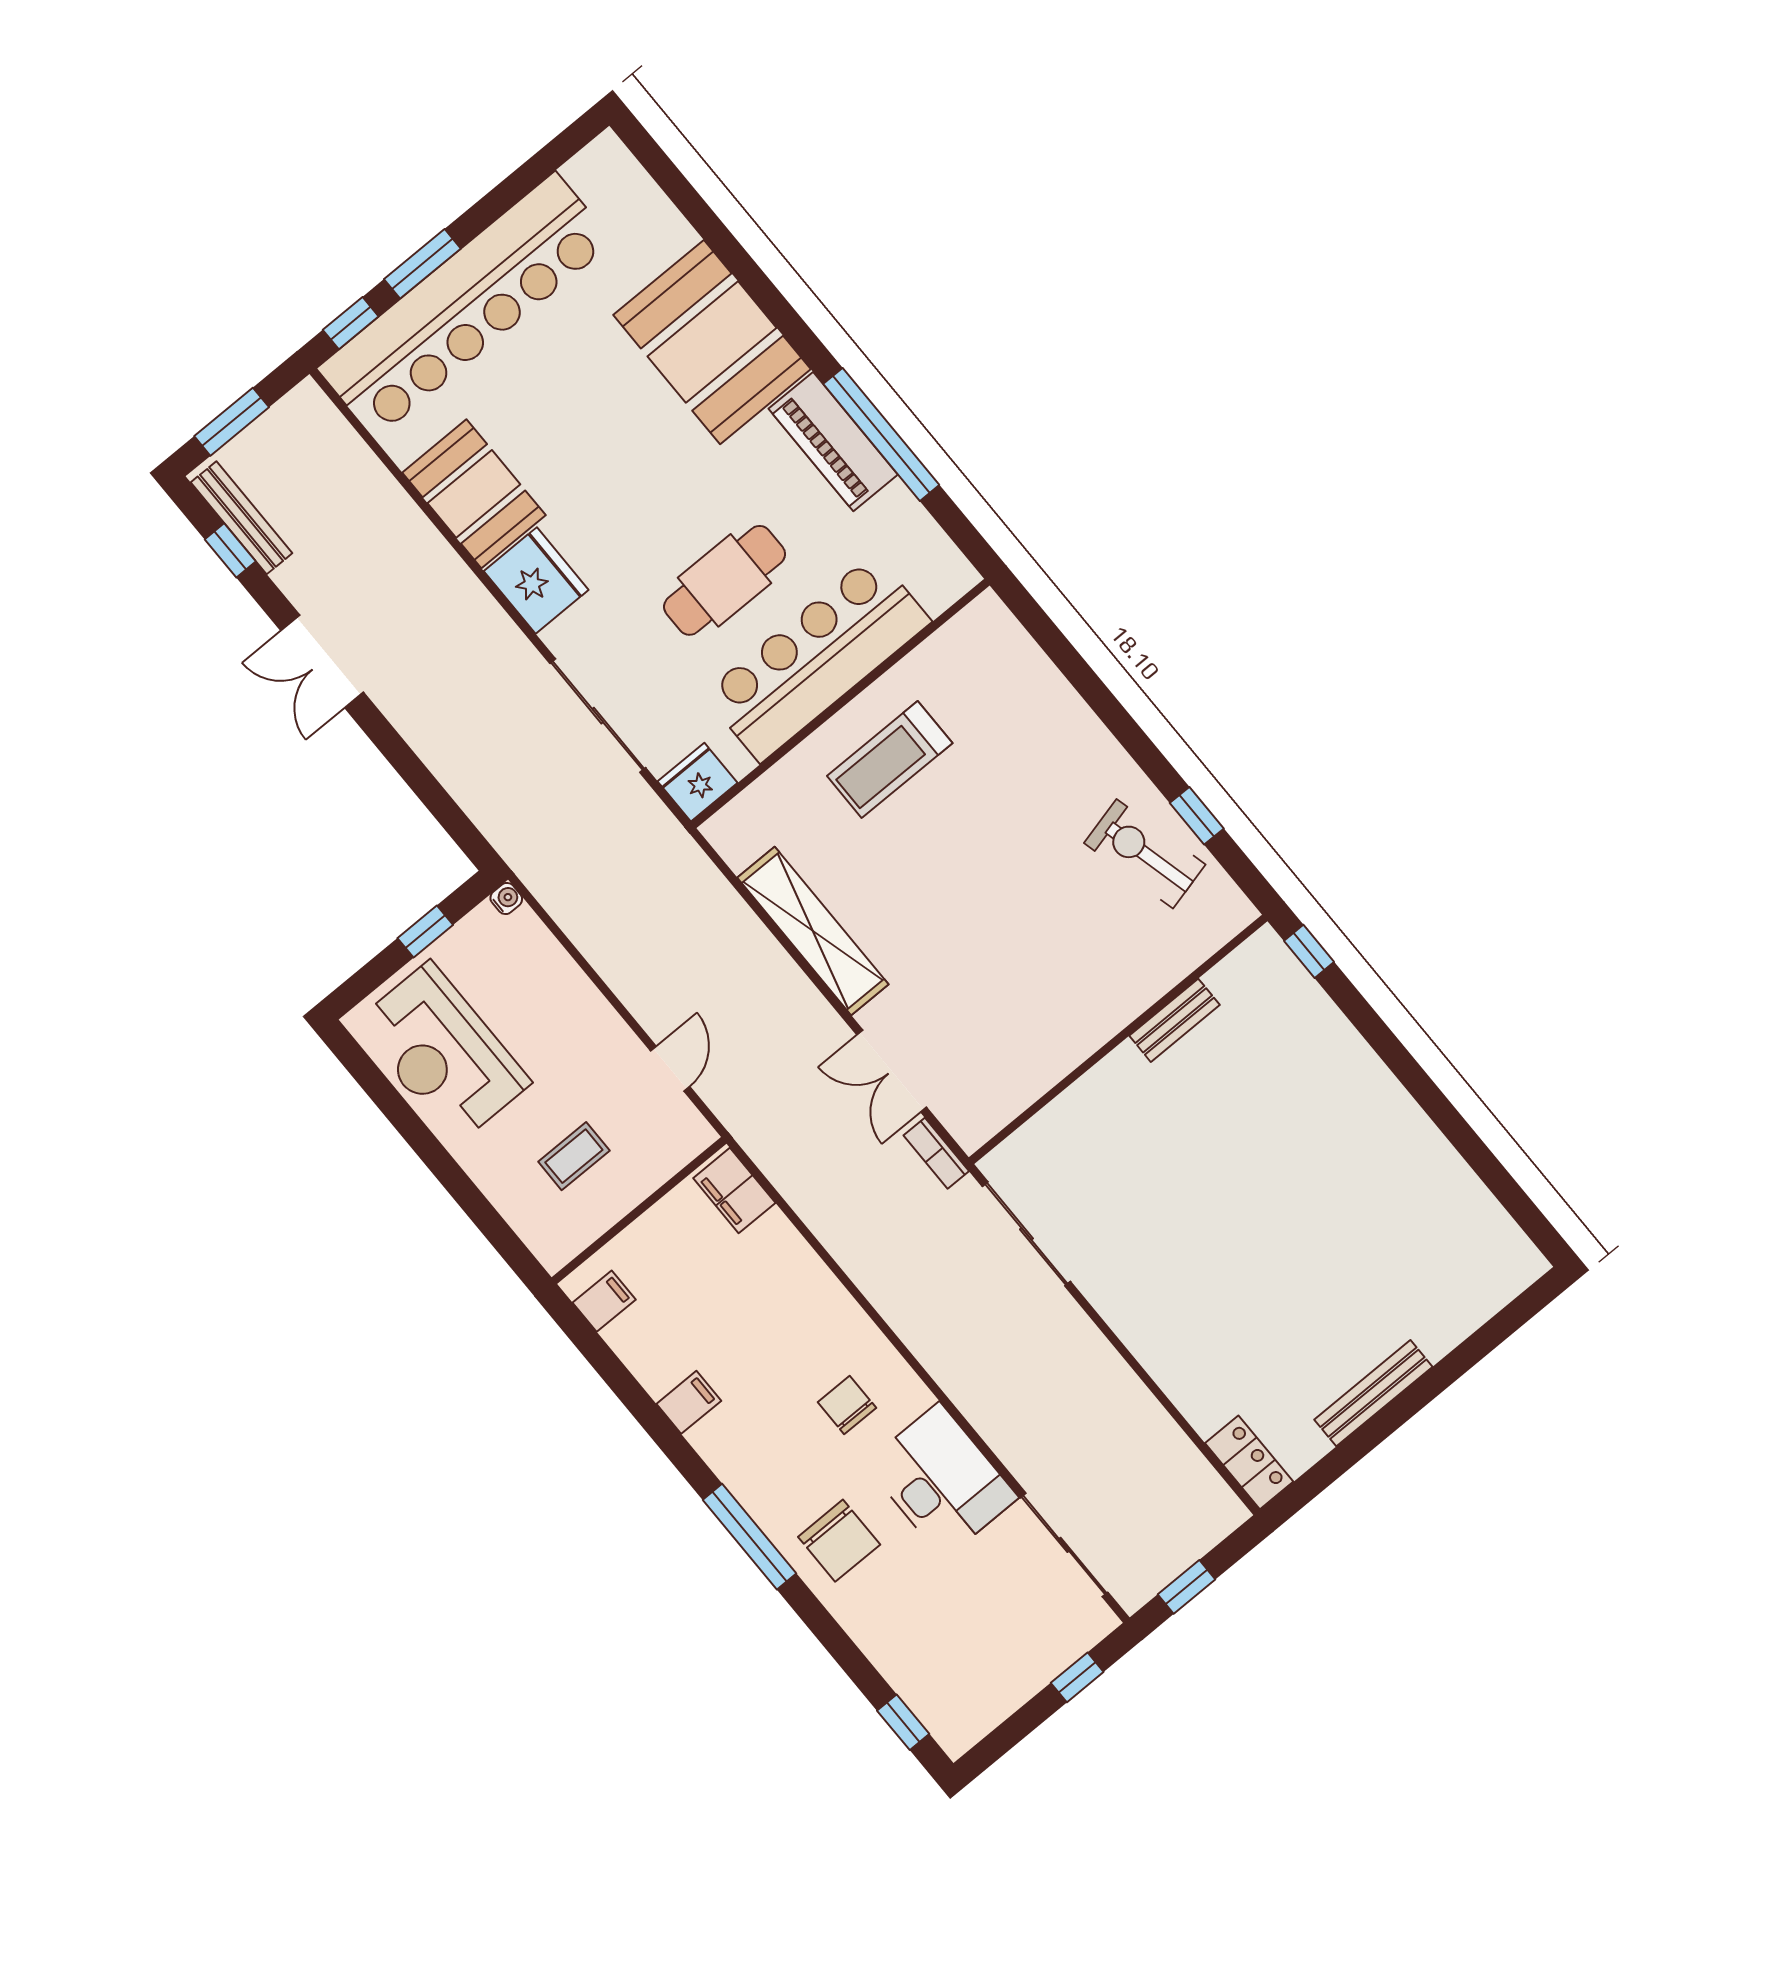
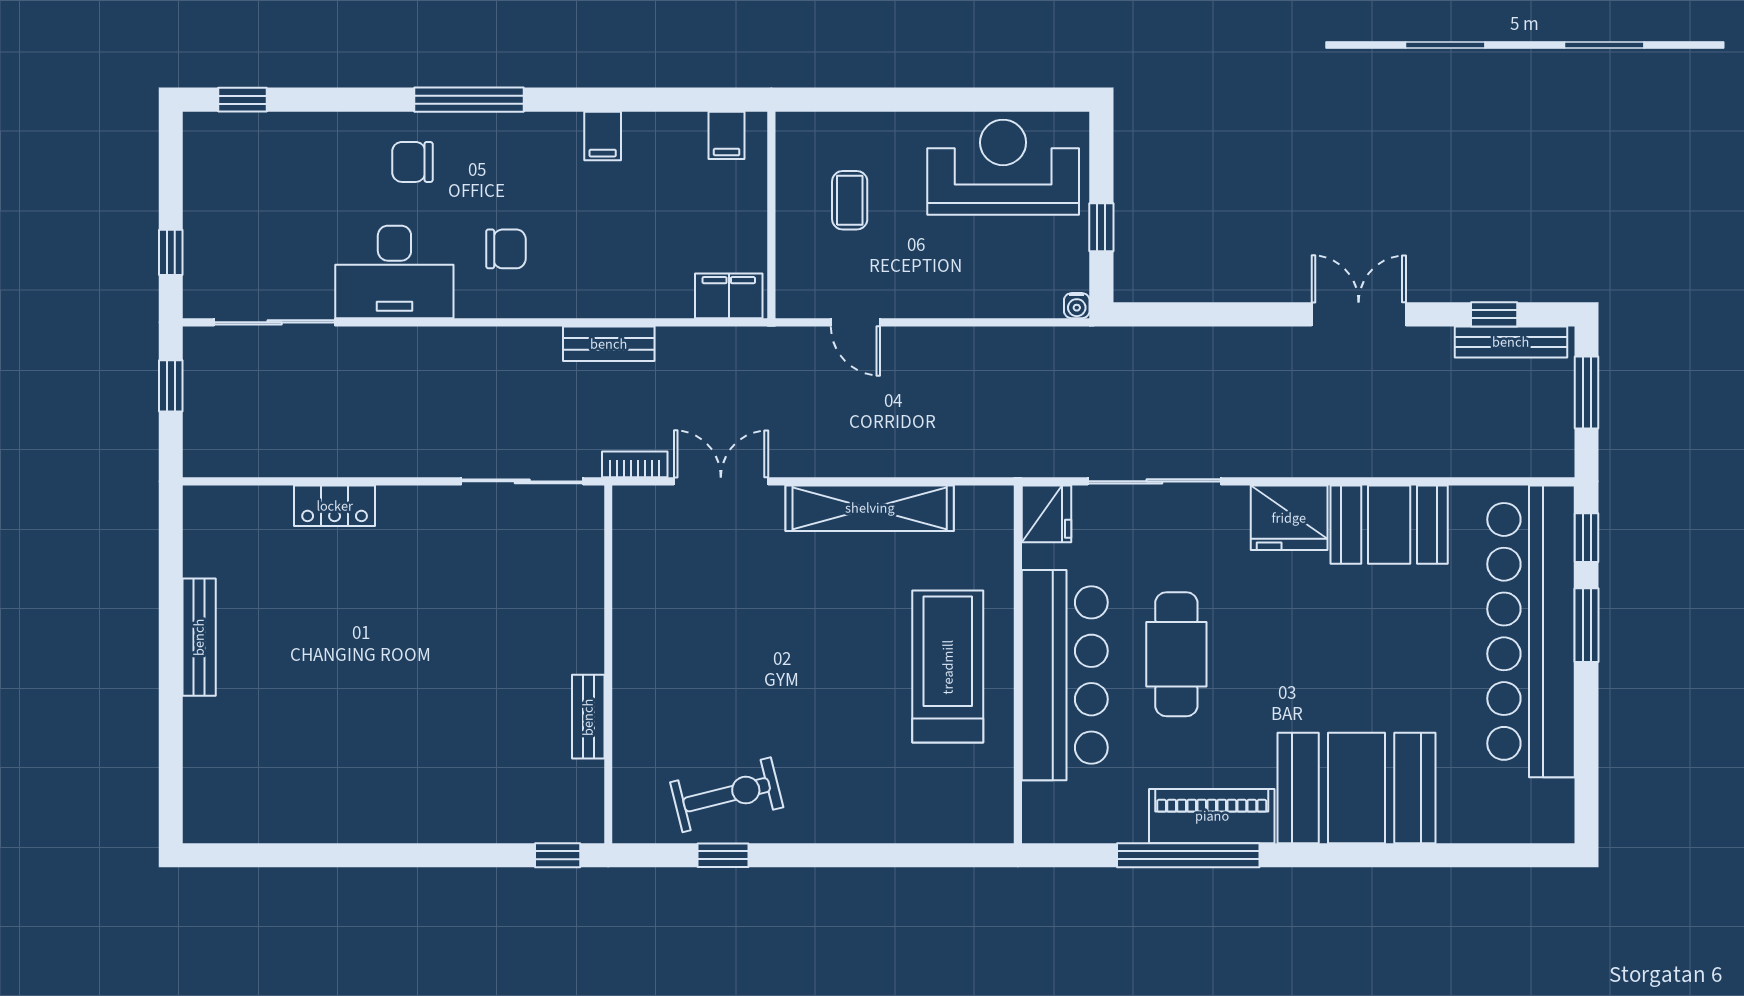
treadmill: (890, 759) -> (948, 667), width x1.37, depth x1.38
bench: (855, 1256) -> (609, 344), added
locker: (1249, 1462) -> (335, 506), moved
chair: (839, 1541) -> (412, 162), width x0.73, depth x0.73

